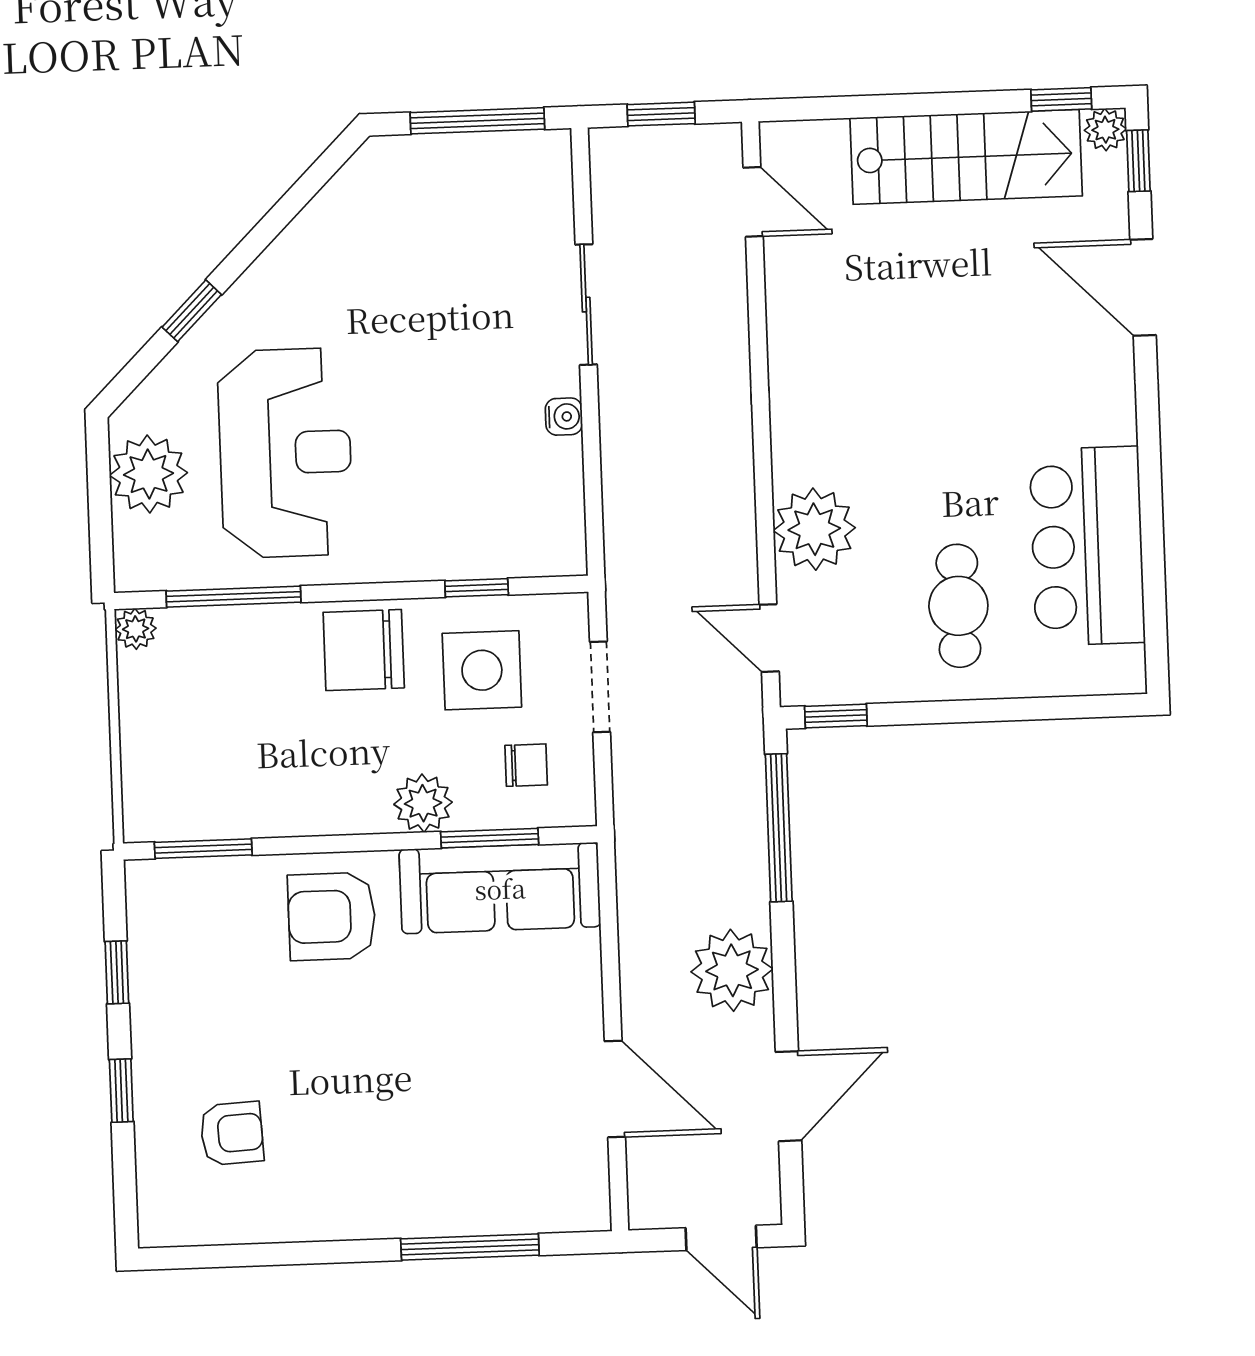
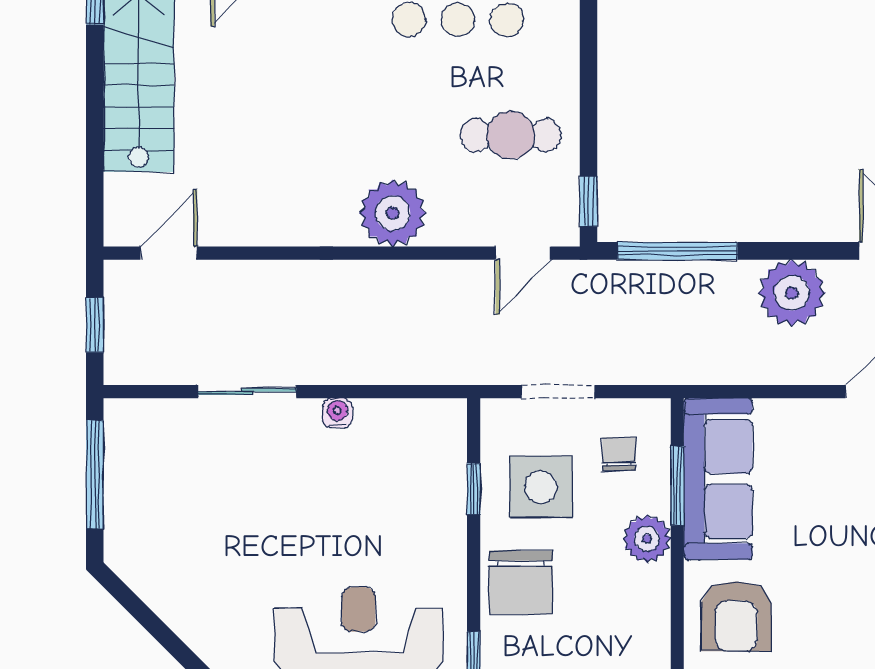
plant: (814, 529) -> (393, 213), moved
cafe table: (958, 606) -> (511, 135), moved

